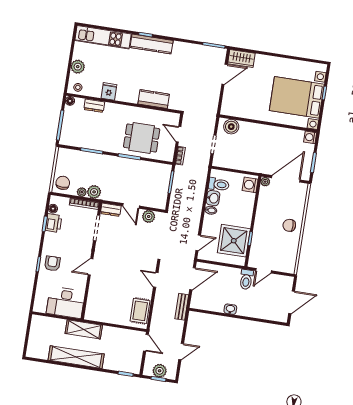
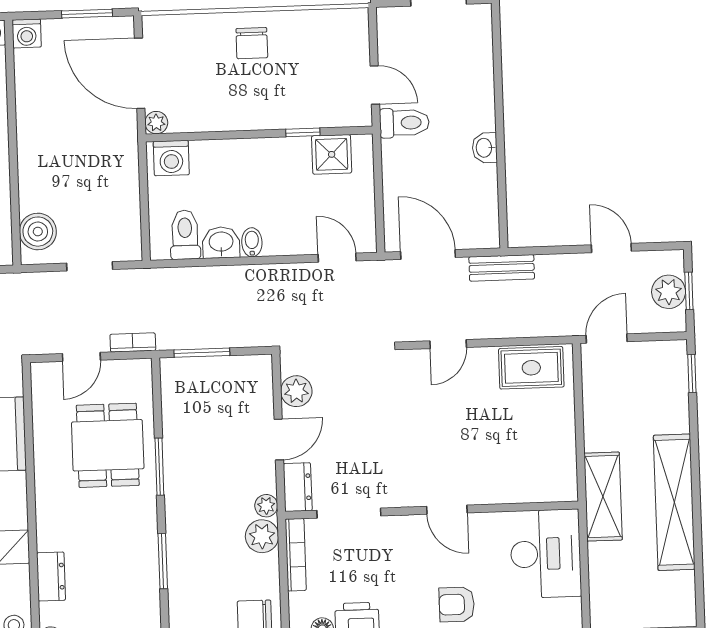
plant: (82, 192) -> (266, 506), moved
shower: (234, 241) -> (332, 154), width x0.54, depth x0.54

